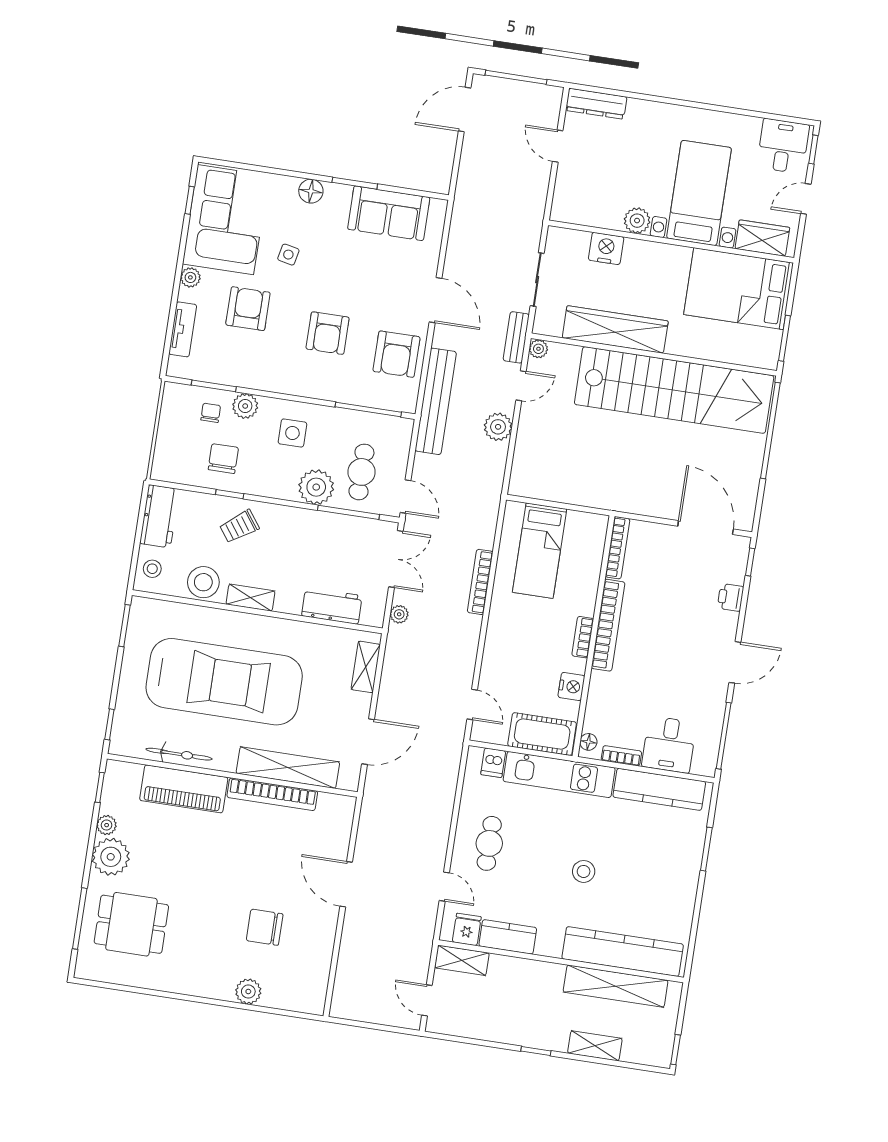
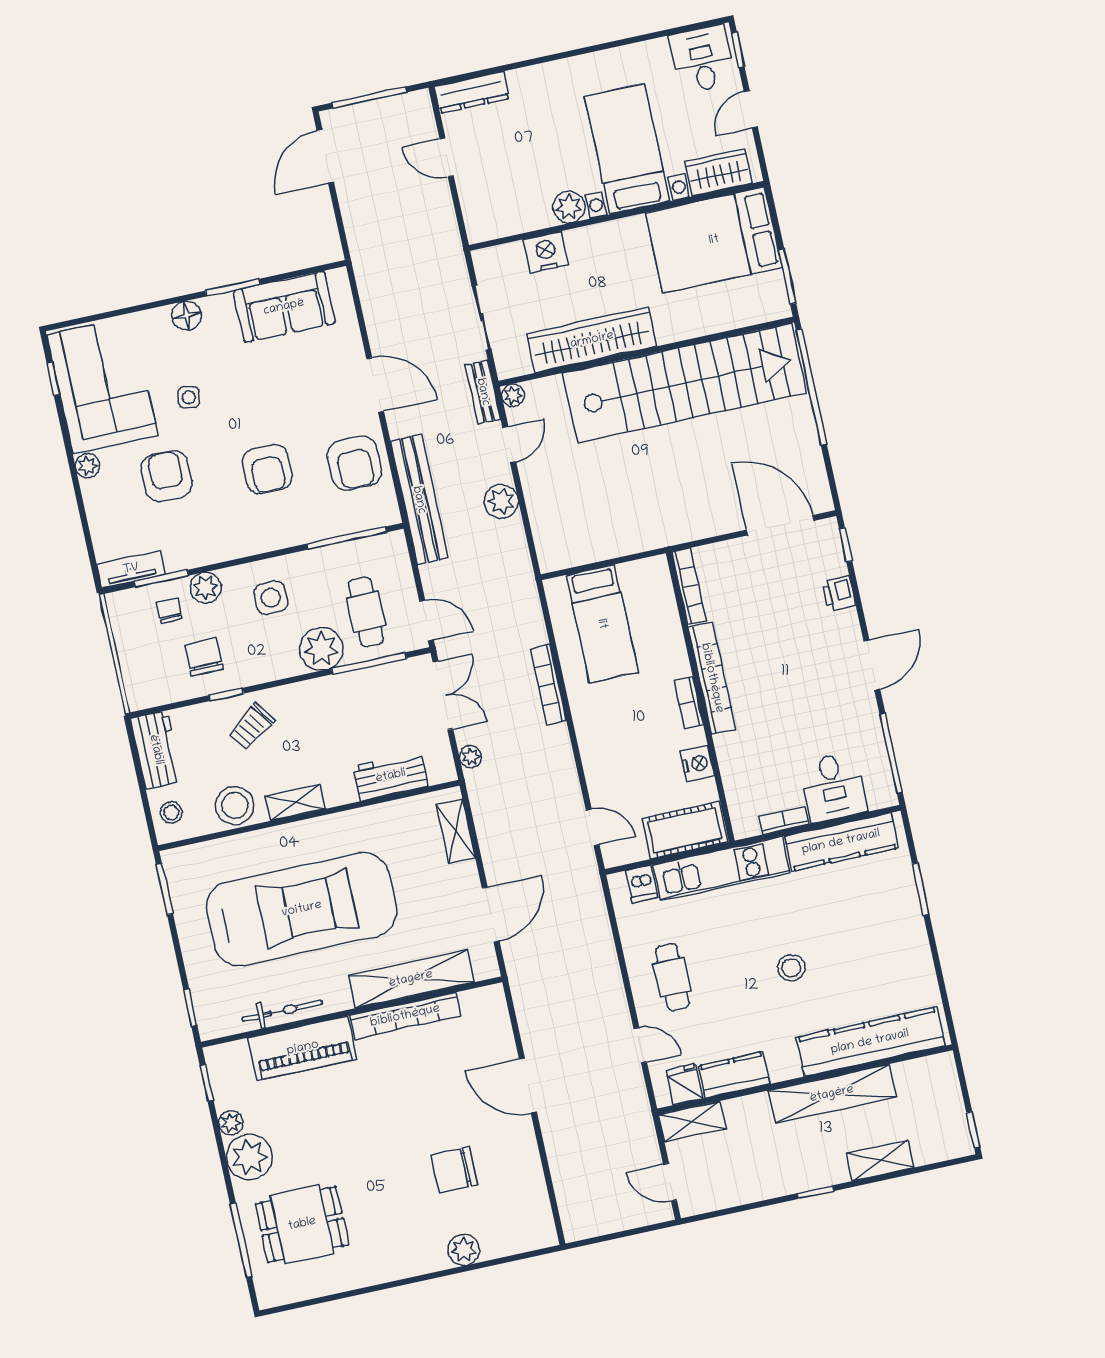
tv unit: (183, 329) -> (131, 569), moved, turned -90
floor lamp: (588, 742) -> (741, 819), removed
shelving: (616, 986) -> (832, 1094), moved

